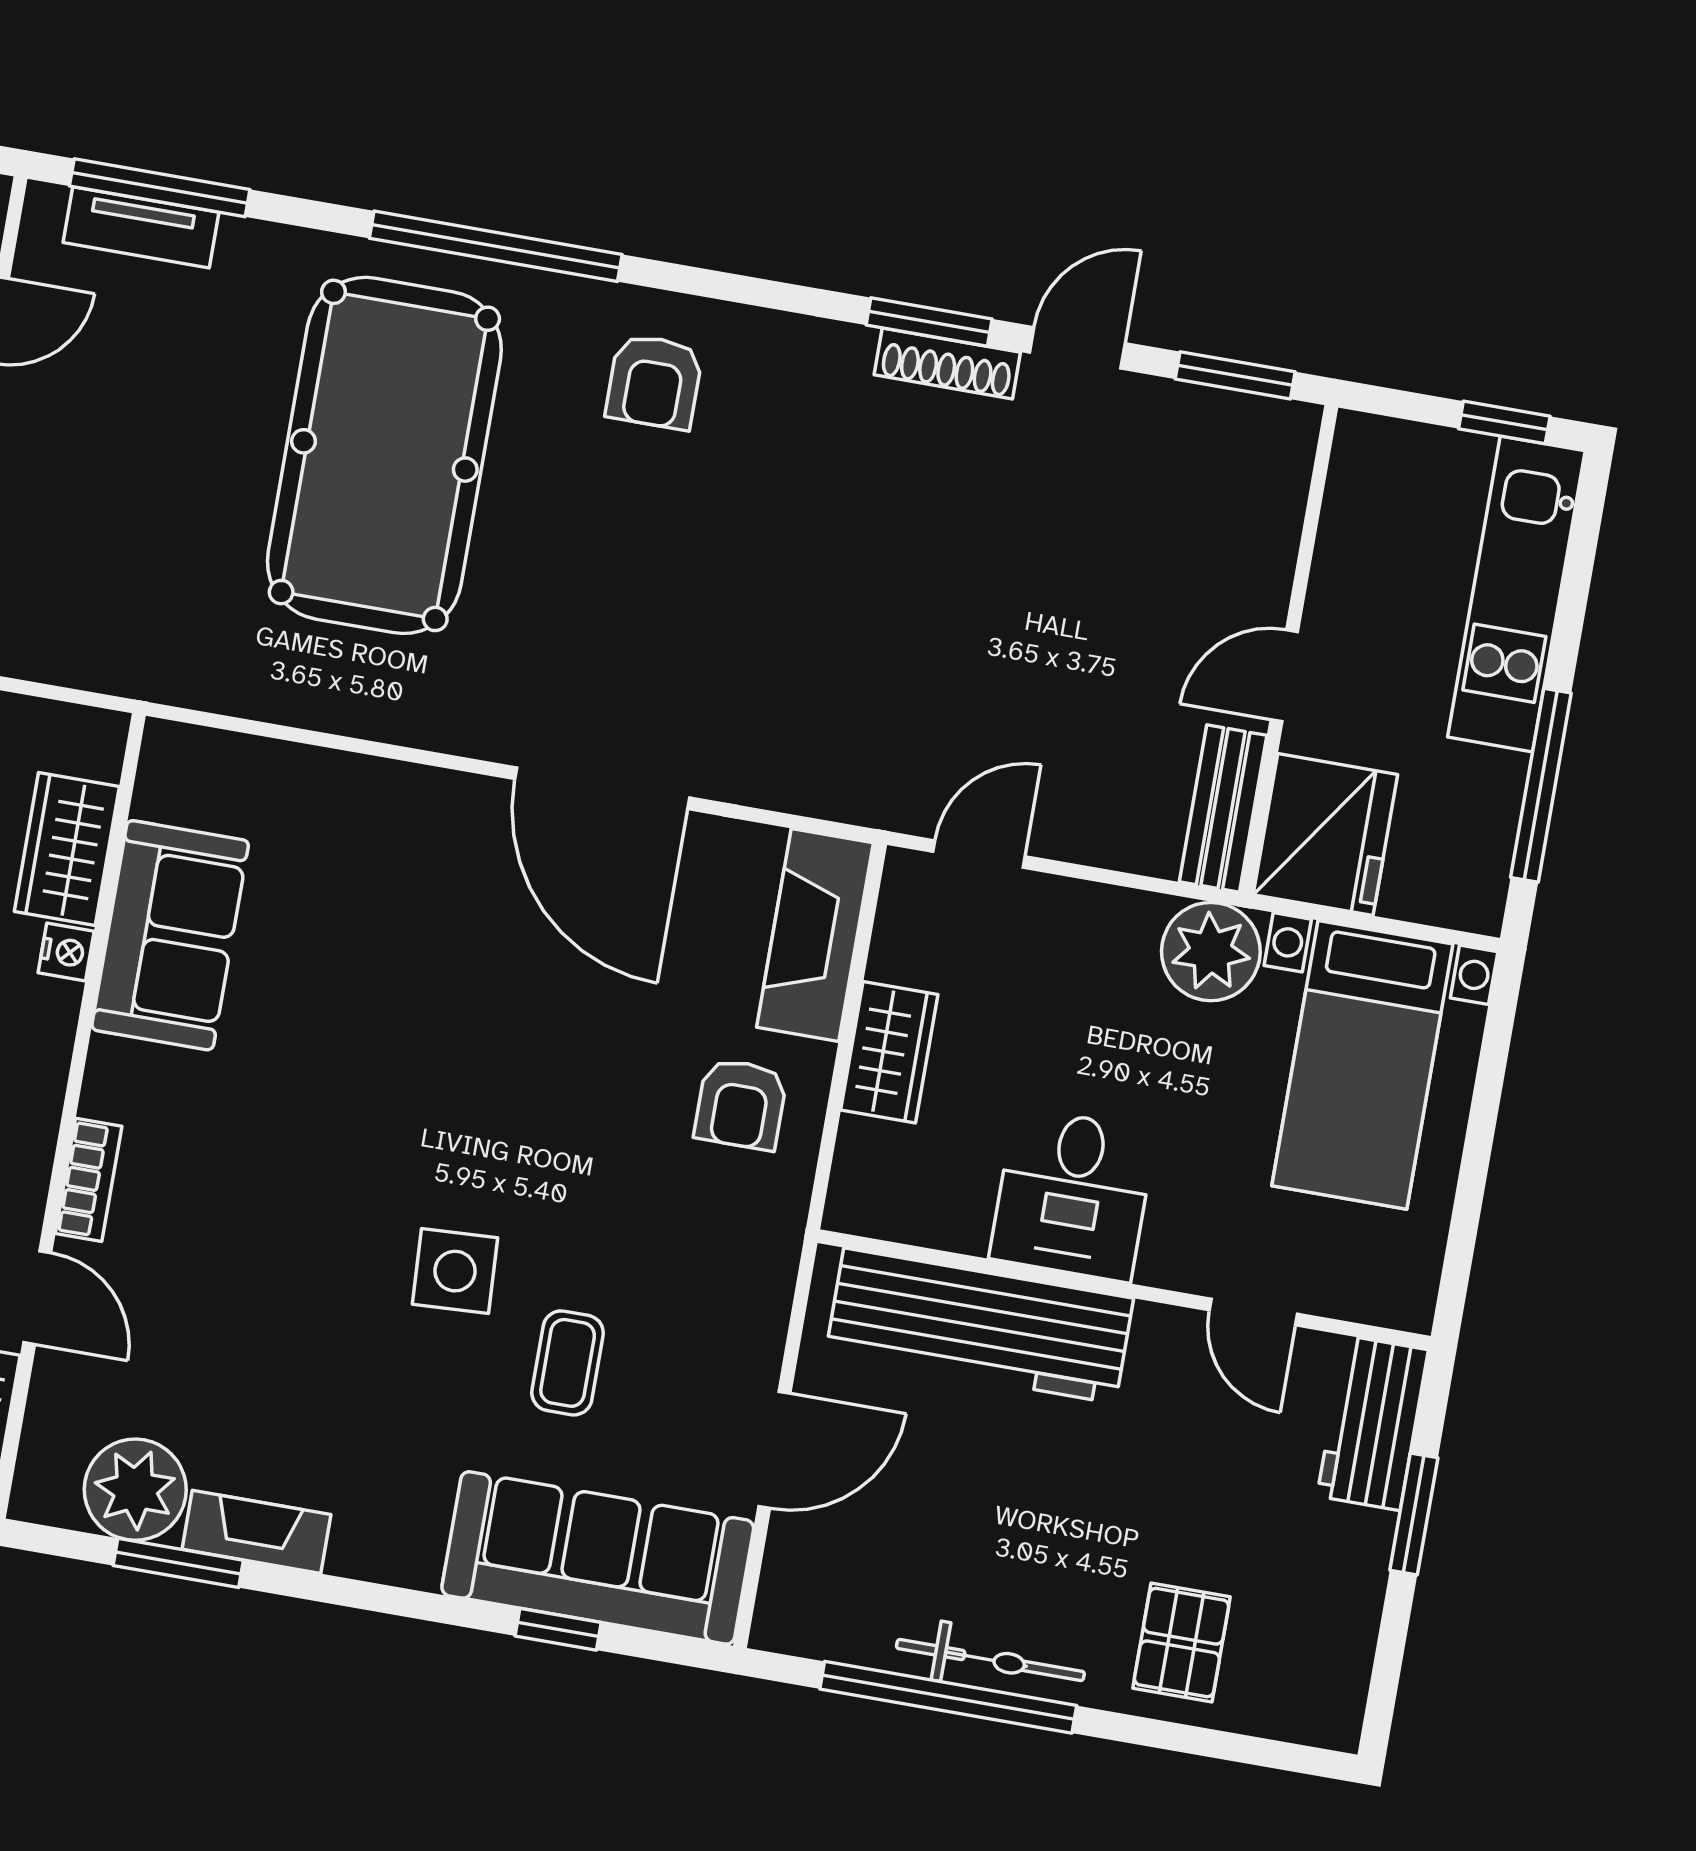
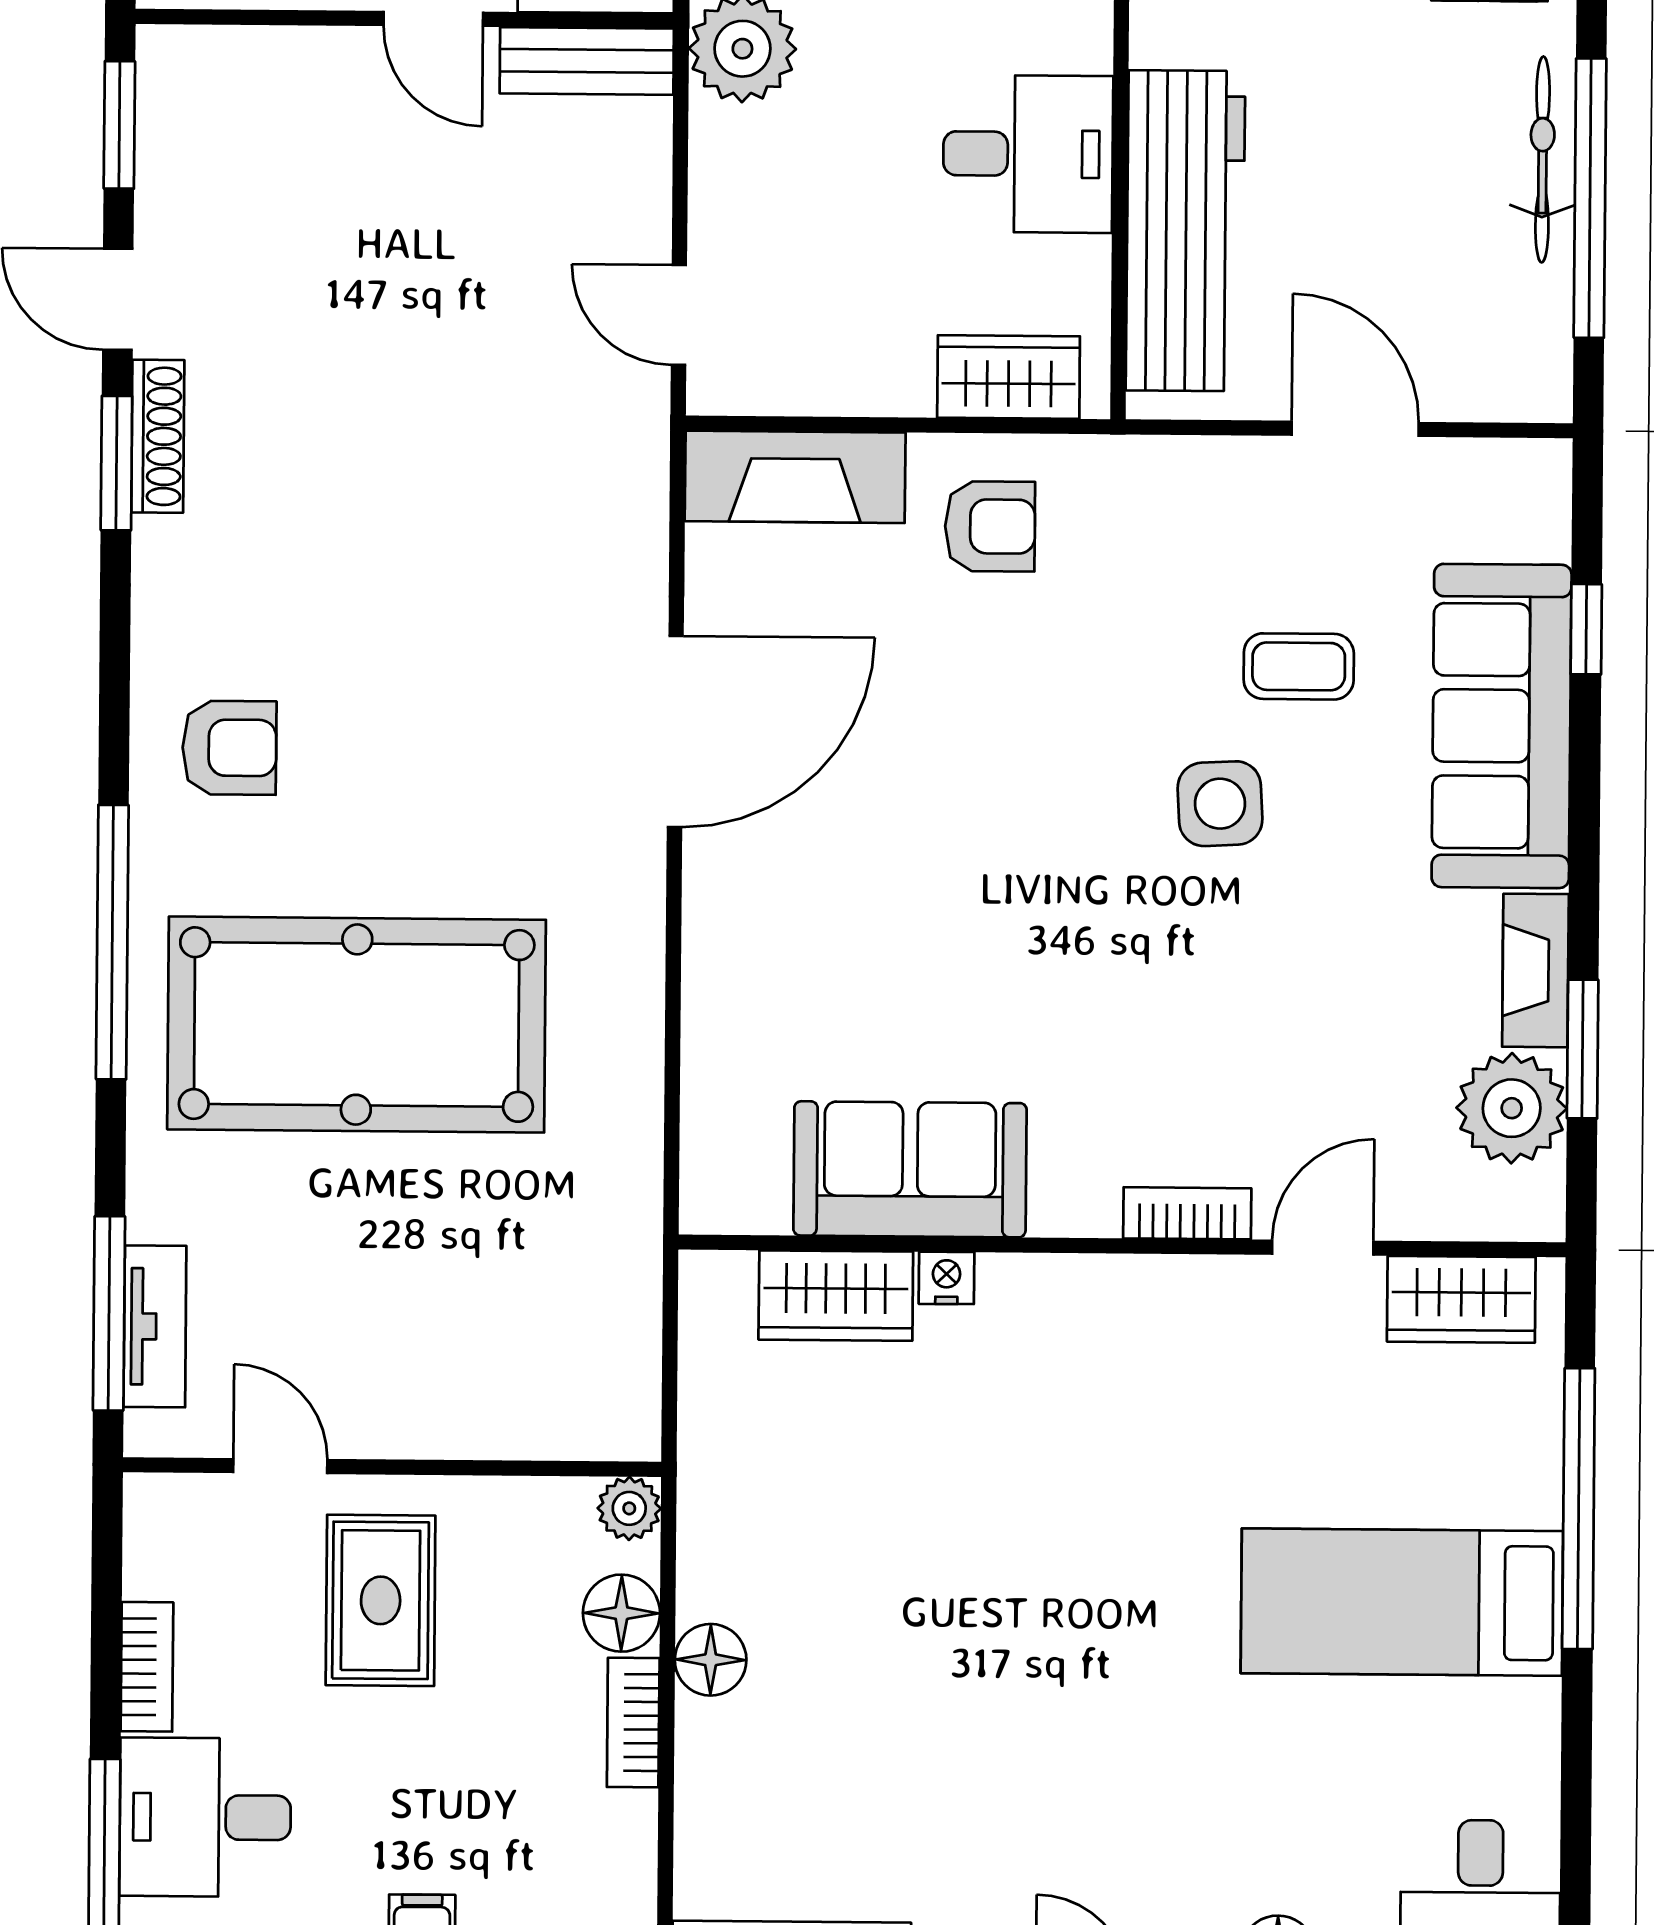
wardrobe: (889, 1052) -> (1009, 377), moved
sofa: (598, 1558) -> (1502, 726), moved

